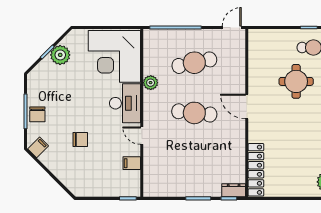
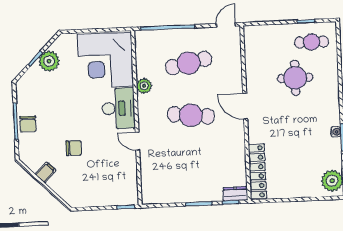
filing cabinet: (38, 147) -> (46, 172), moved
filing cabinet: (132, 163) -> (128, 170), removed

